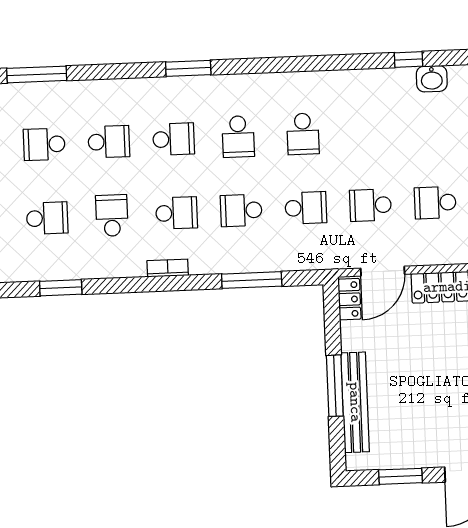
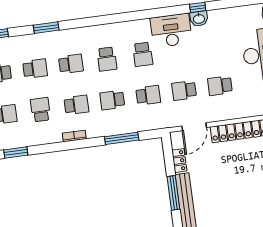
window: (188, 68) -> (46, 28), moved
washbasin: (432, 79) -> (199, 19), moved
desk: (357, 96) -> (171, 30), added
locker: (349, 299) -> (179, 161), moved

